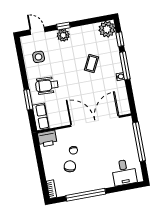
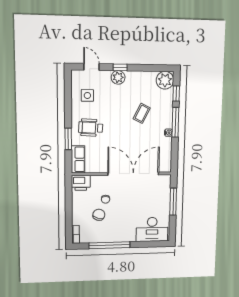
window: (139, 142) -> (173, 202), width x0.68
desk: (124, 172) -> (152, 229), width x1.37

